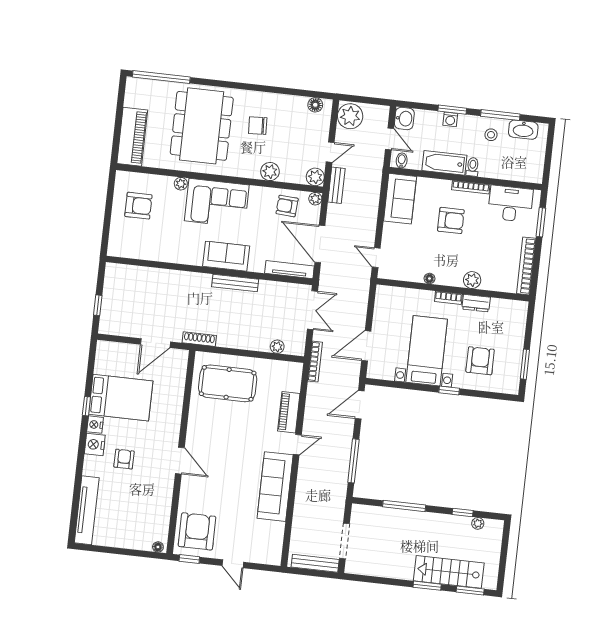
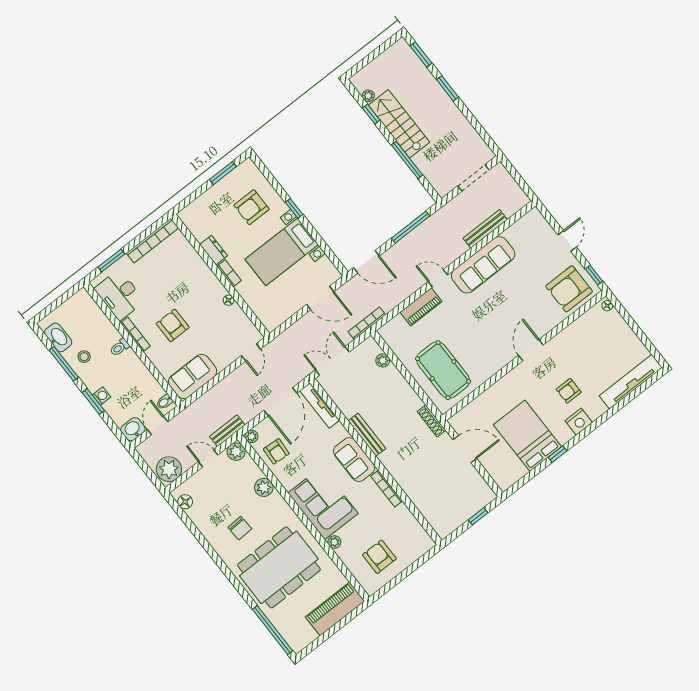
bathtub: (444, 163) -> (136, 370), removed
bookcase: (182, 259) -> (387, 489), added
plant: (472, 280) -> (200, 269), removed
nightstand: (95, 425) -> (564, 435), removed
bench: (315, 563) -> (485, 229), moved, turned 90
stairs: (449, 572) -> (399, 124), moved, turned 180

